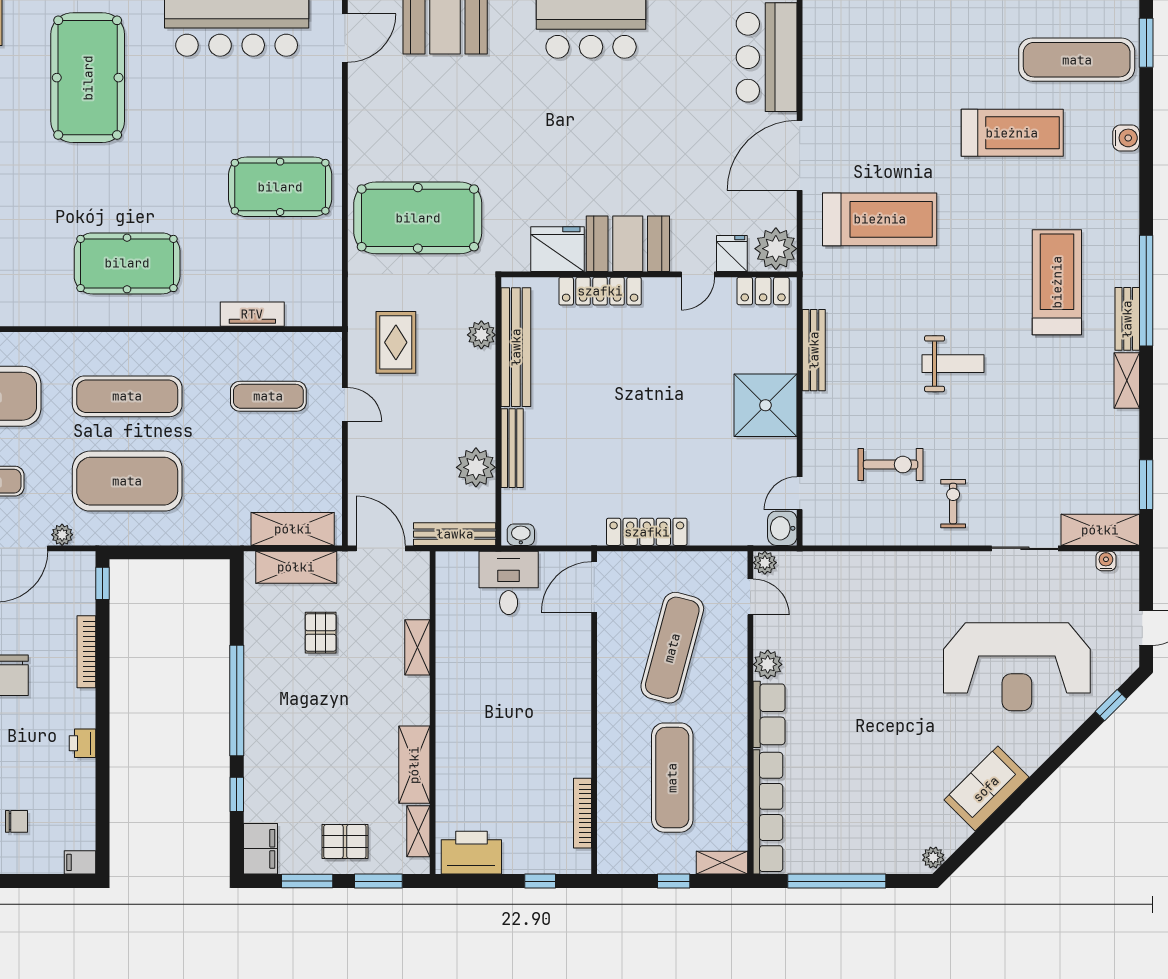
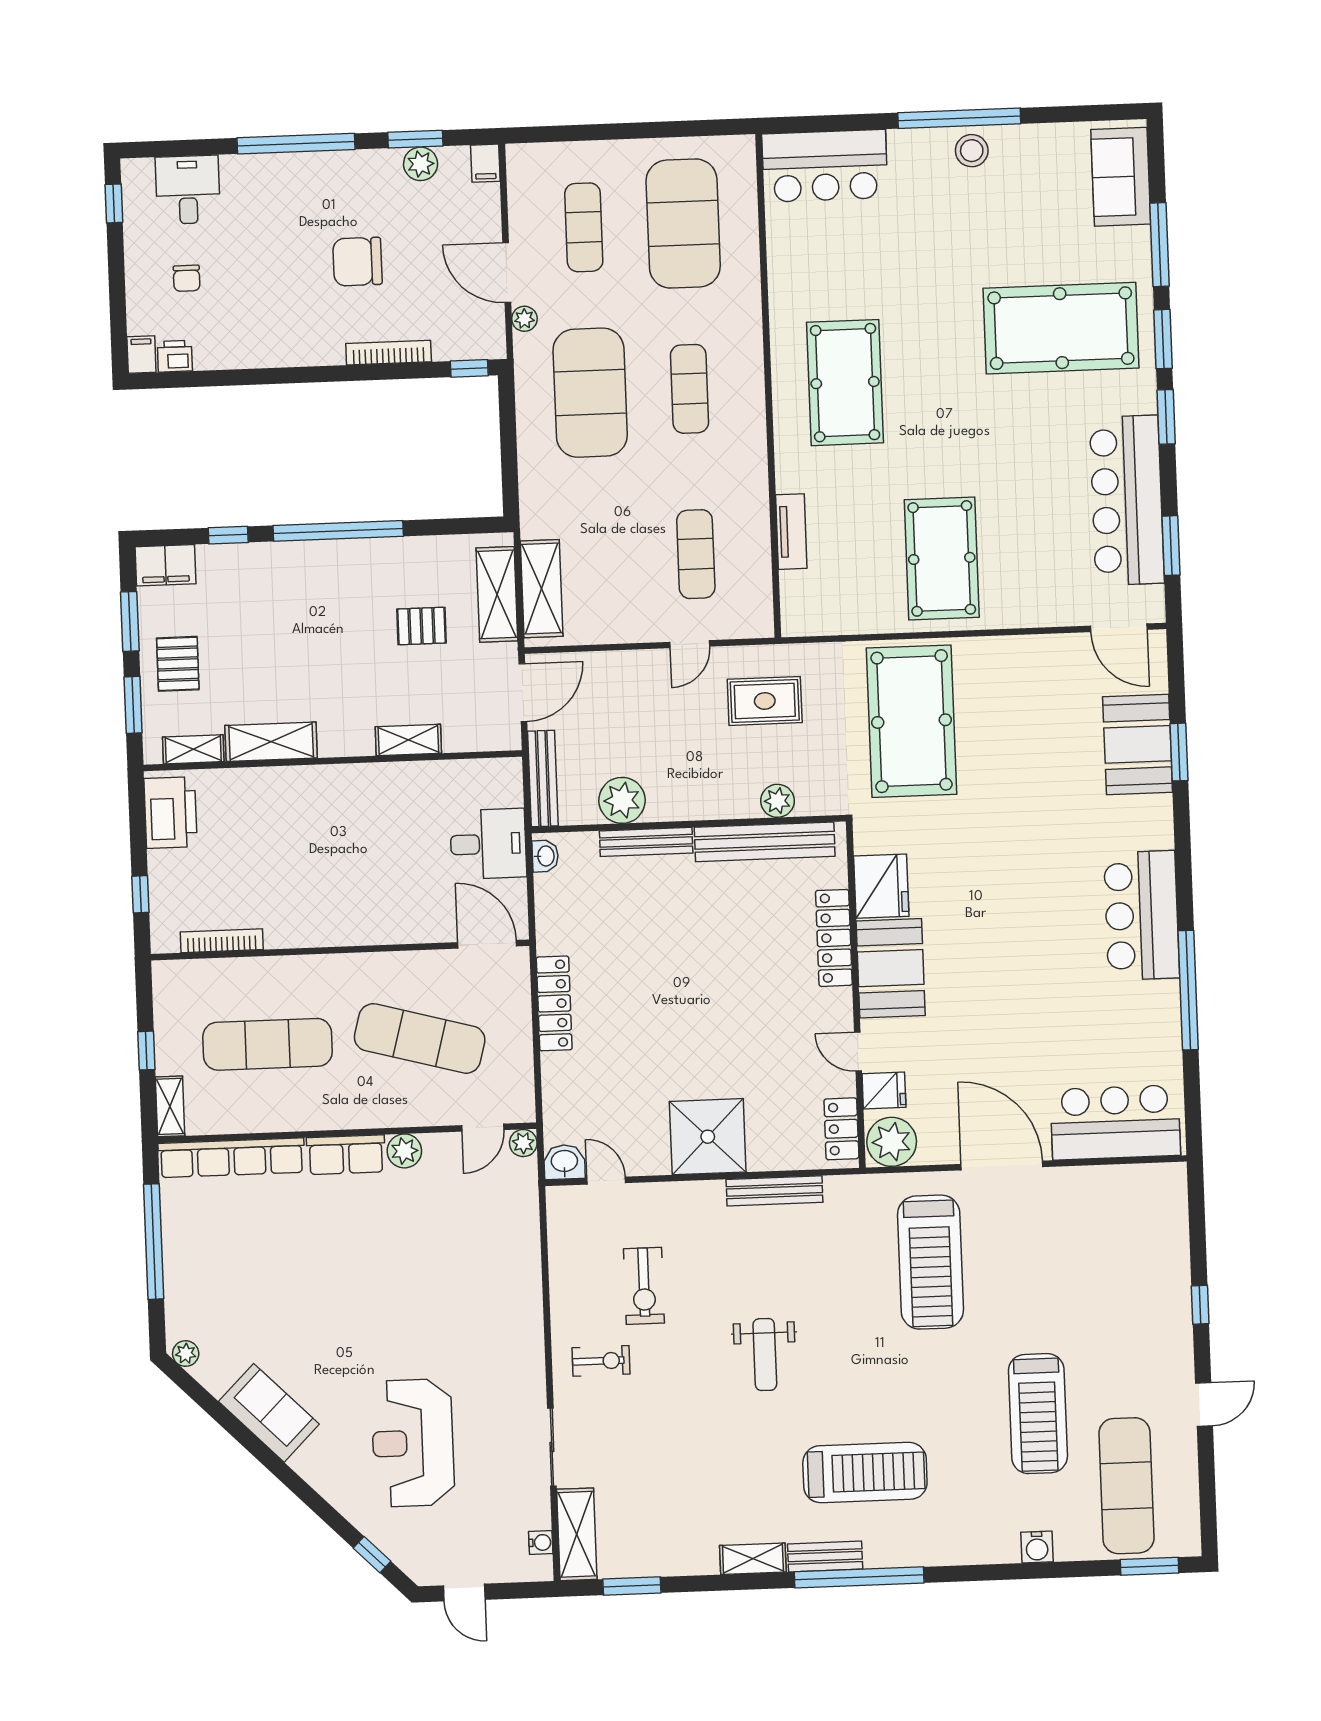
exercise mat: (127, 396) -> (689, 389), width x0.73, depth x0.69
reception desk: (1017, 667) -> (413, 1443), width x0.74, depth x0.77
printer: (83, 743) -> (175, 356), moved

